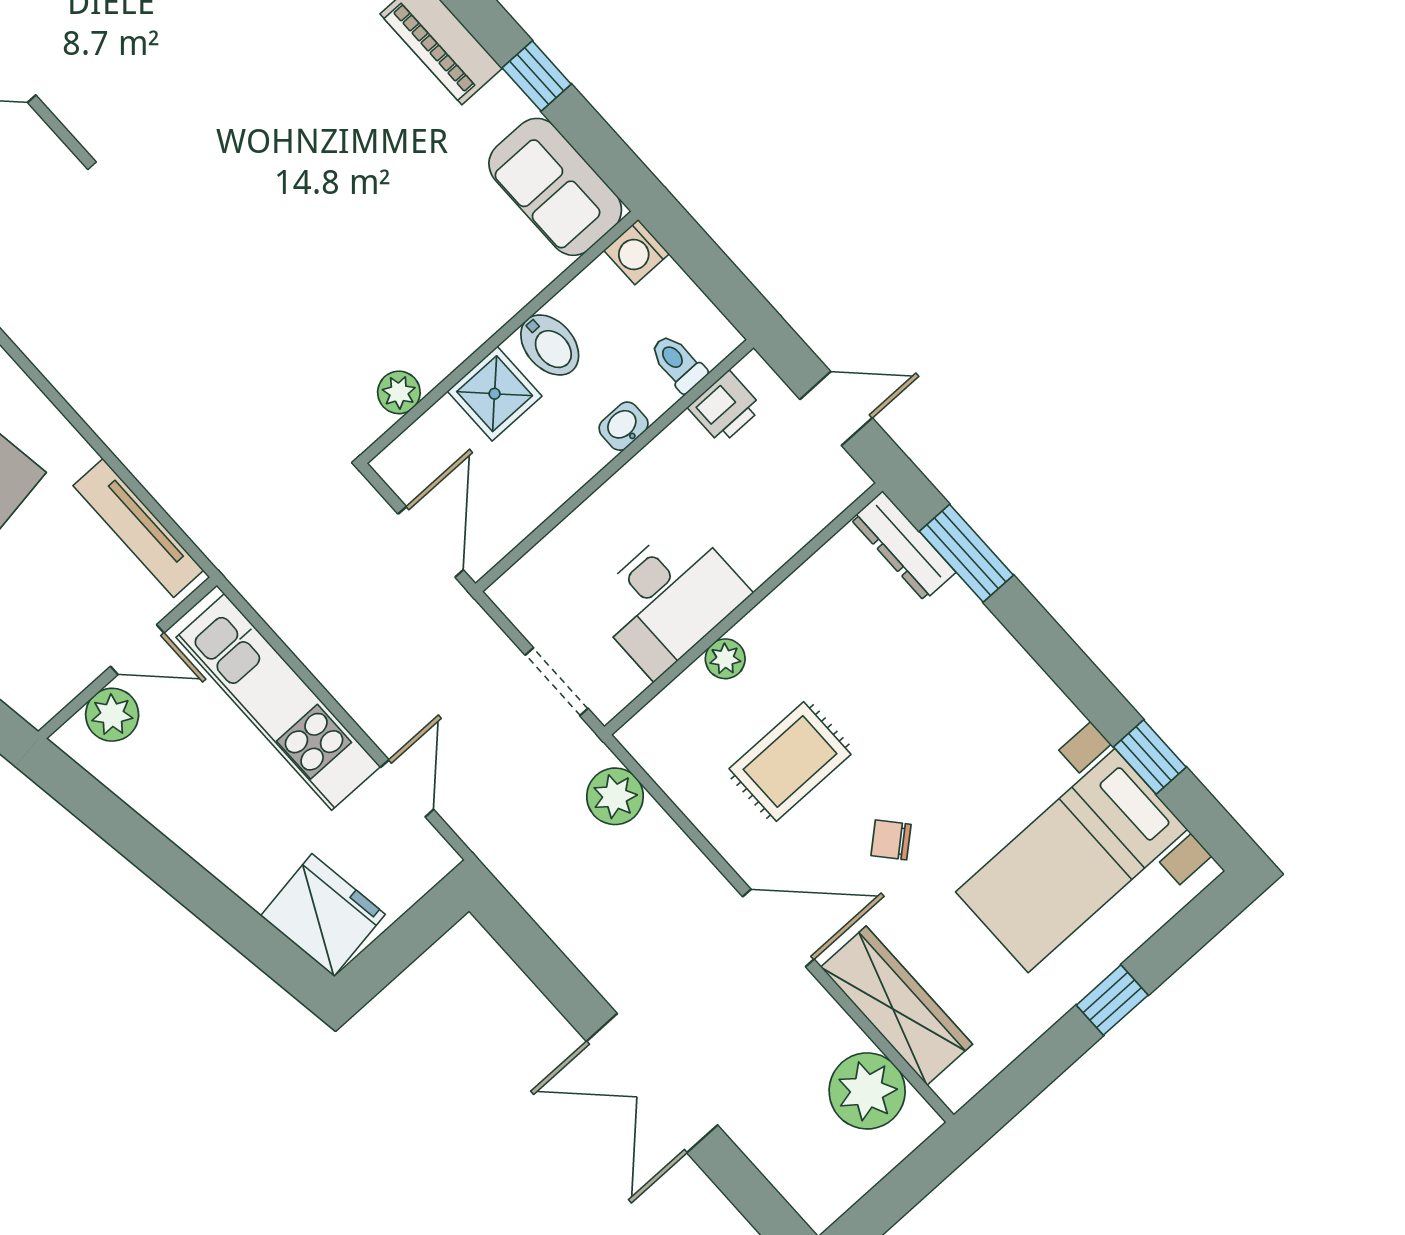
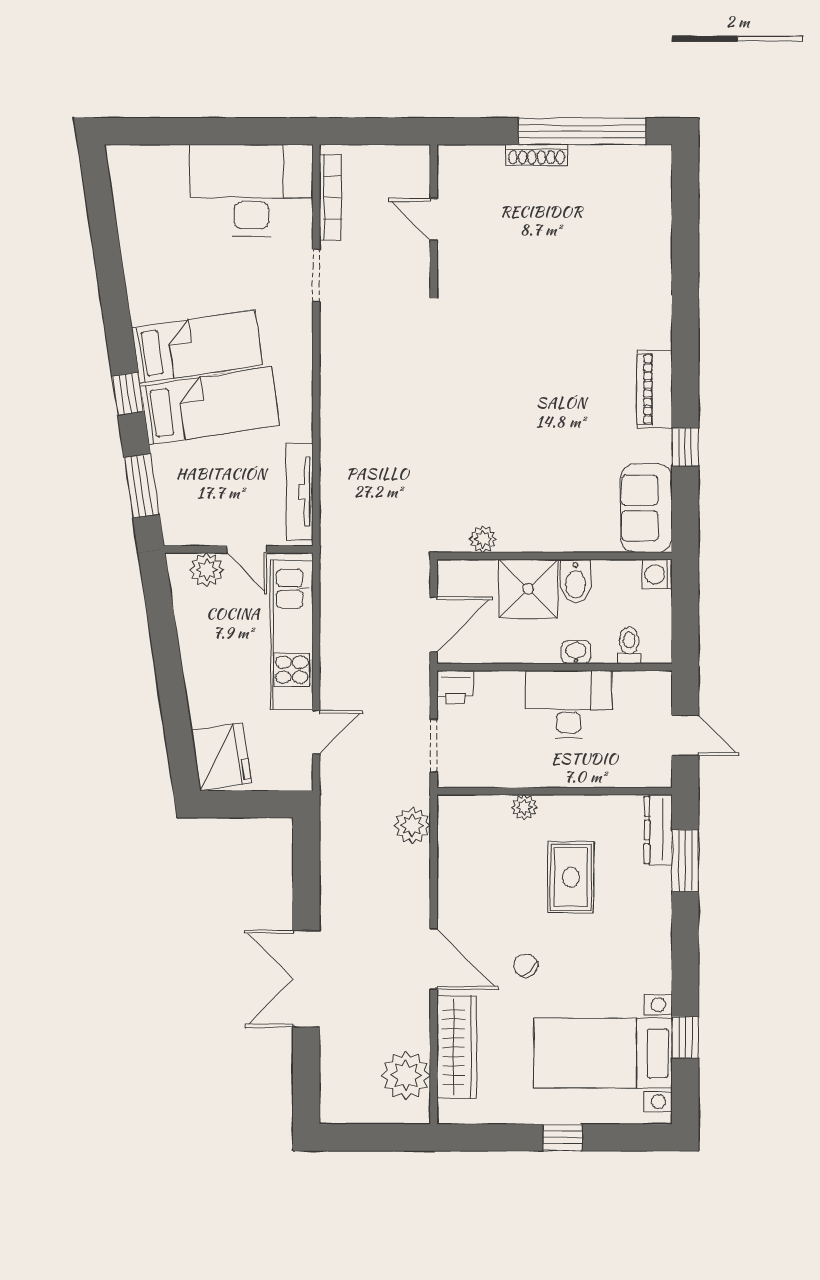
shower: (495, 394) -> (528, 589), width x1.36, depth x1.36
printer: (725, 407) -> (455, 687), moved
desk: (668, 599) -> (569, 704), moved, turned 180
rug: (790, 761) -> (571, 877), moved, turned 90

